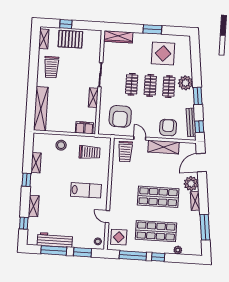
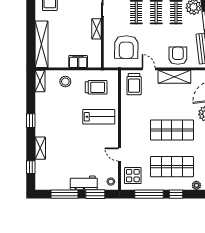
filing cabinet: (84, 128) -> (78, 62), moved
shelving: (36, 163) -> (40, 81), moved
lab bench: (86, 190) -> (99, 117), moved
workbench: (55, 240) -> (84, 183), moved, width x0.73

